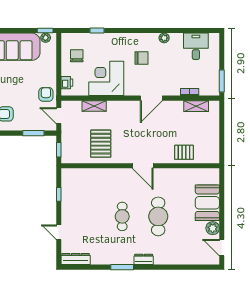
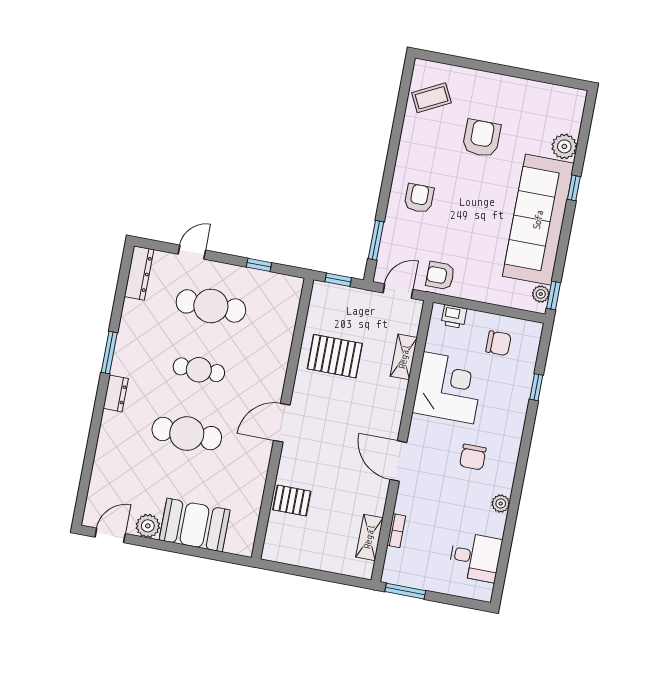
armchair: (46, 94) -> (440, 276), turned 180
pallet: (184, 152) -> (292, 501), turned 90
cafe table: (86, 216) -> (211, 306), added

